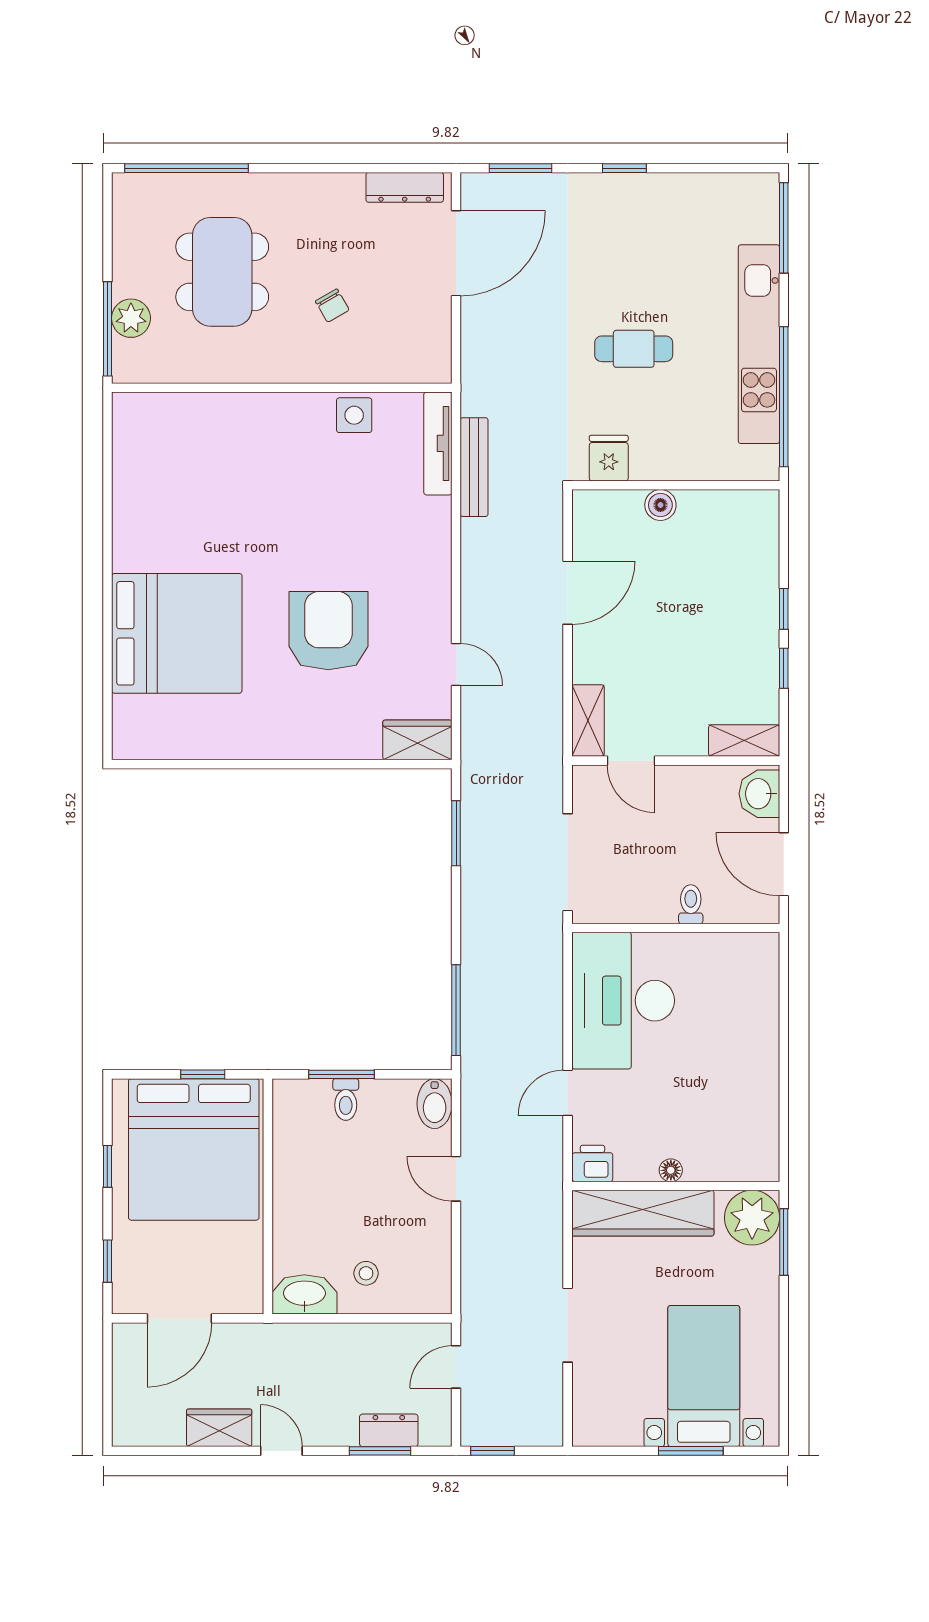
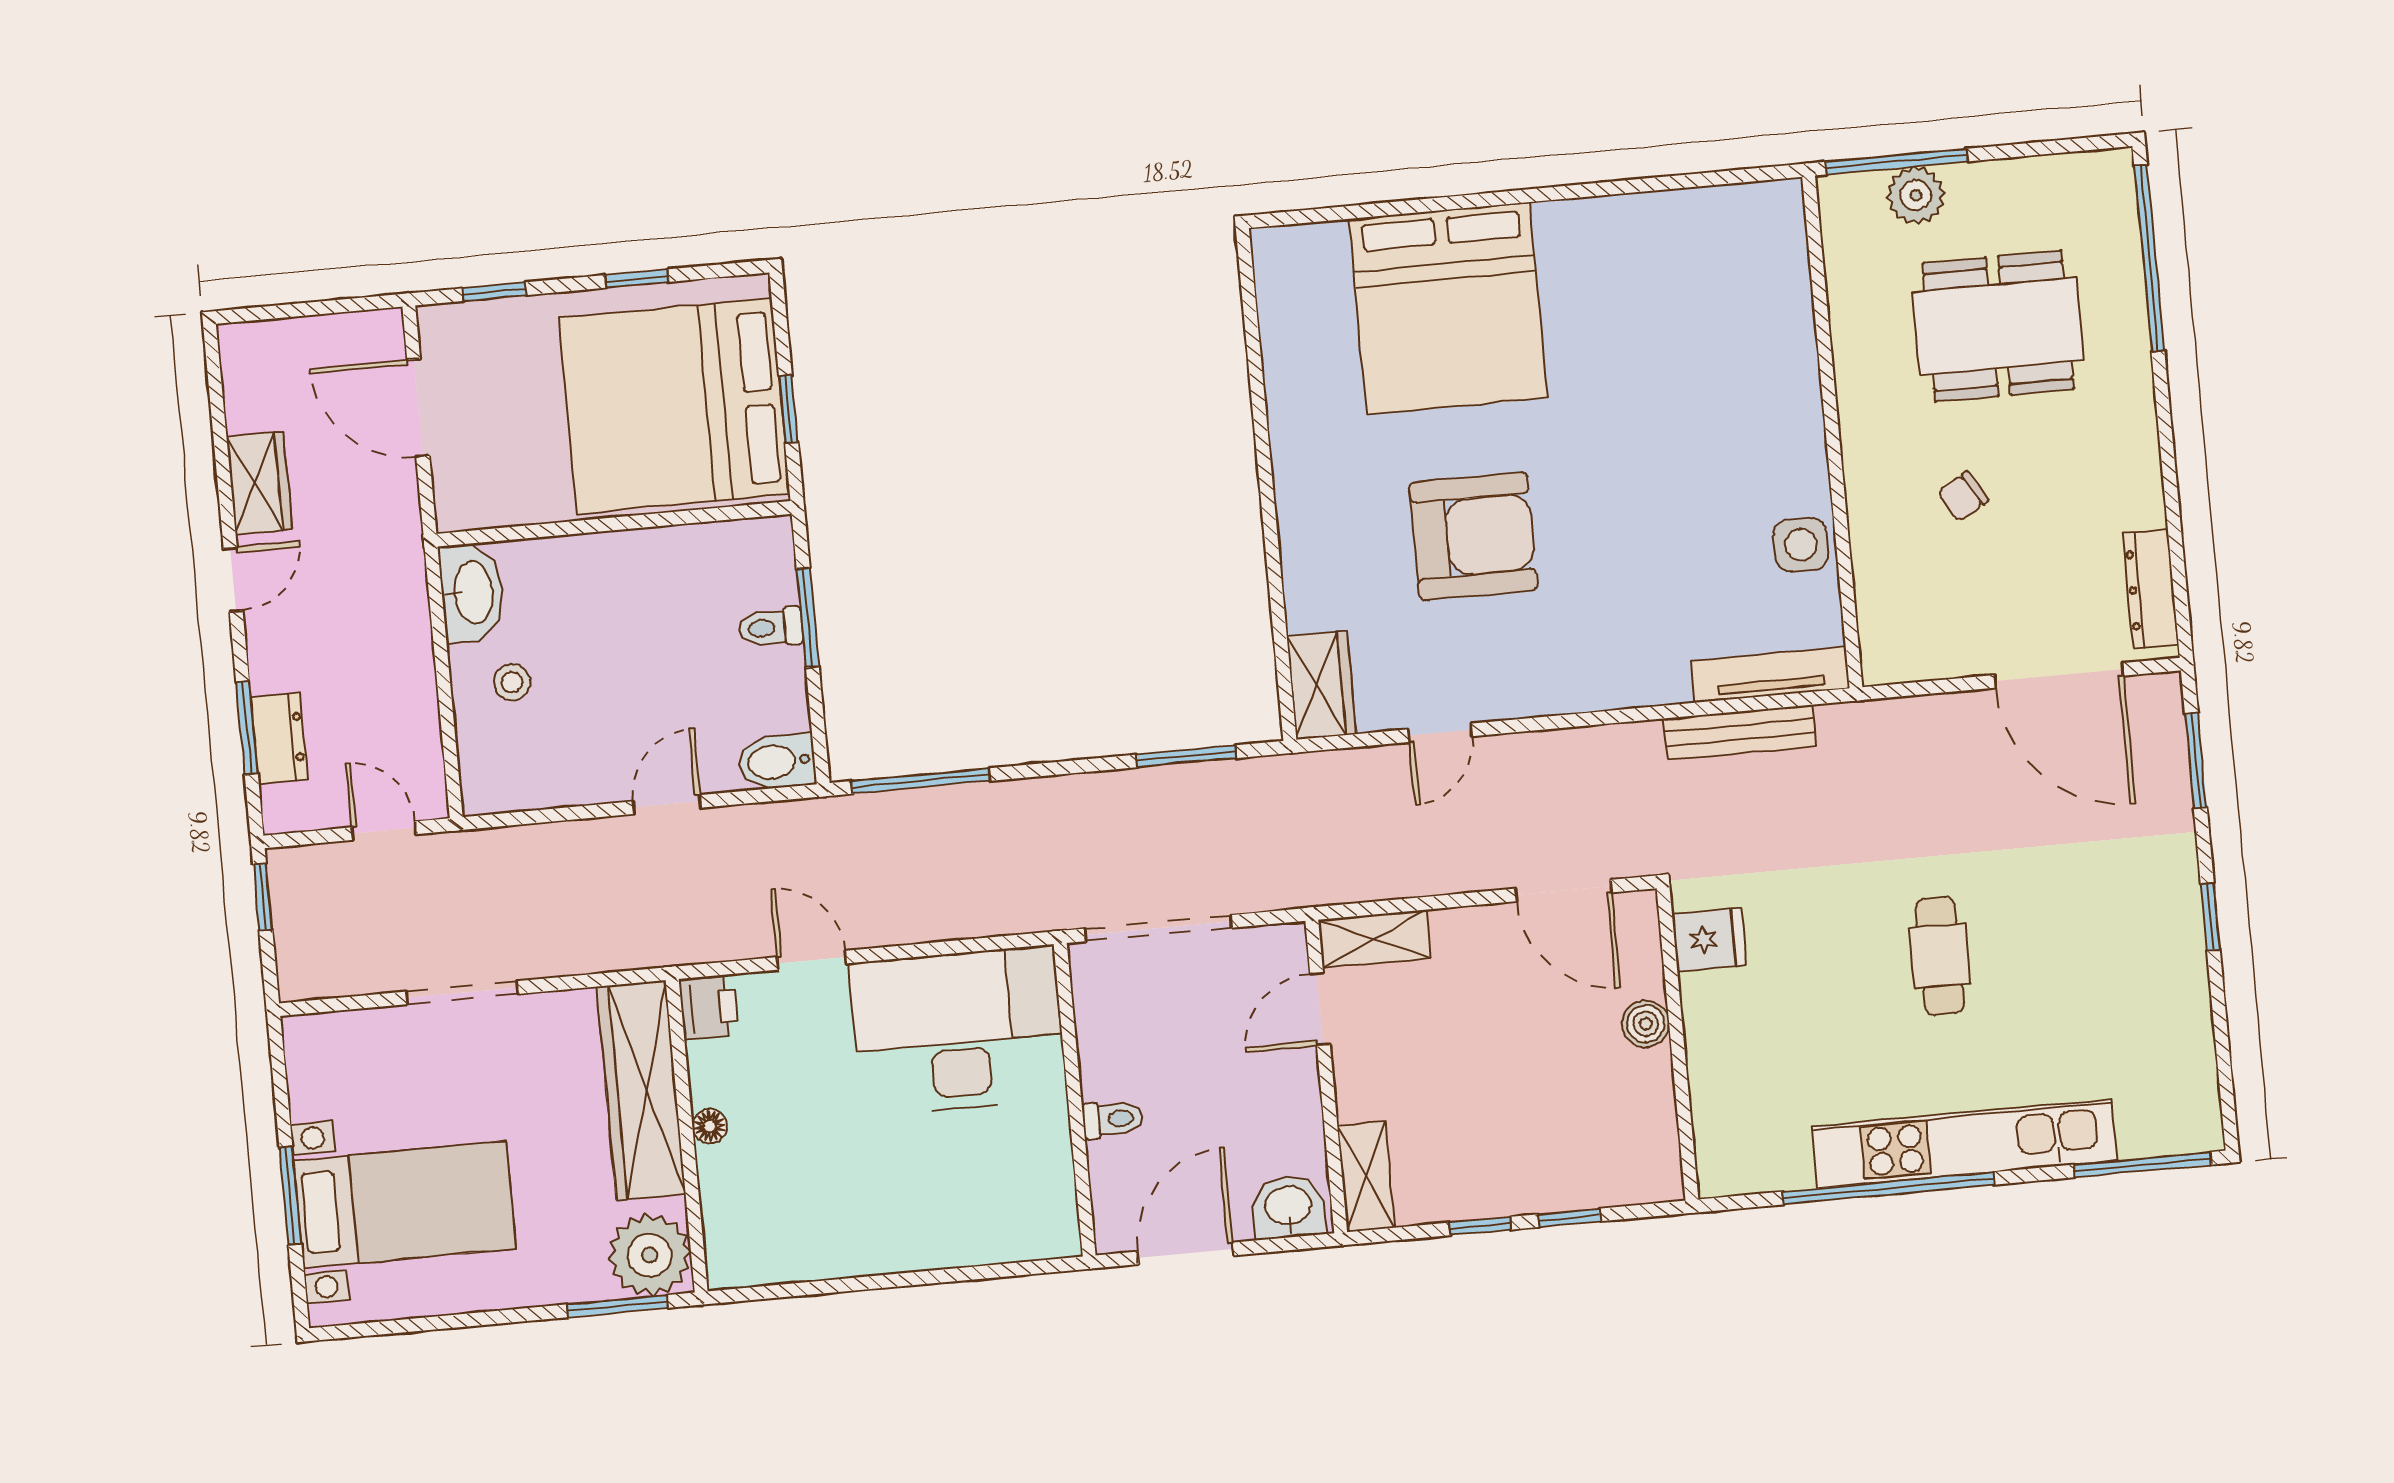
fridge: (609, 458) -> (1709, 939), moved
wall: (676, 485) -> (1678, 1044), moved
boiler: (660, 505) -> (1646, 1024), moved

